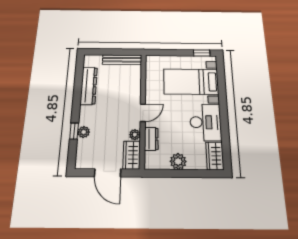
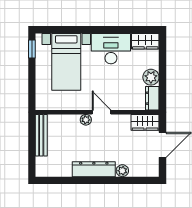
dresser: (89, 86) -> (94, 169), moved
window: (74, 131) -> (121, 180), removed
plant: (135, 135) -> (86, 120), moved
dresser: (151, 139) -> (152, 98), moved, turned -90

